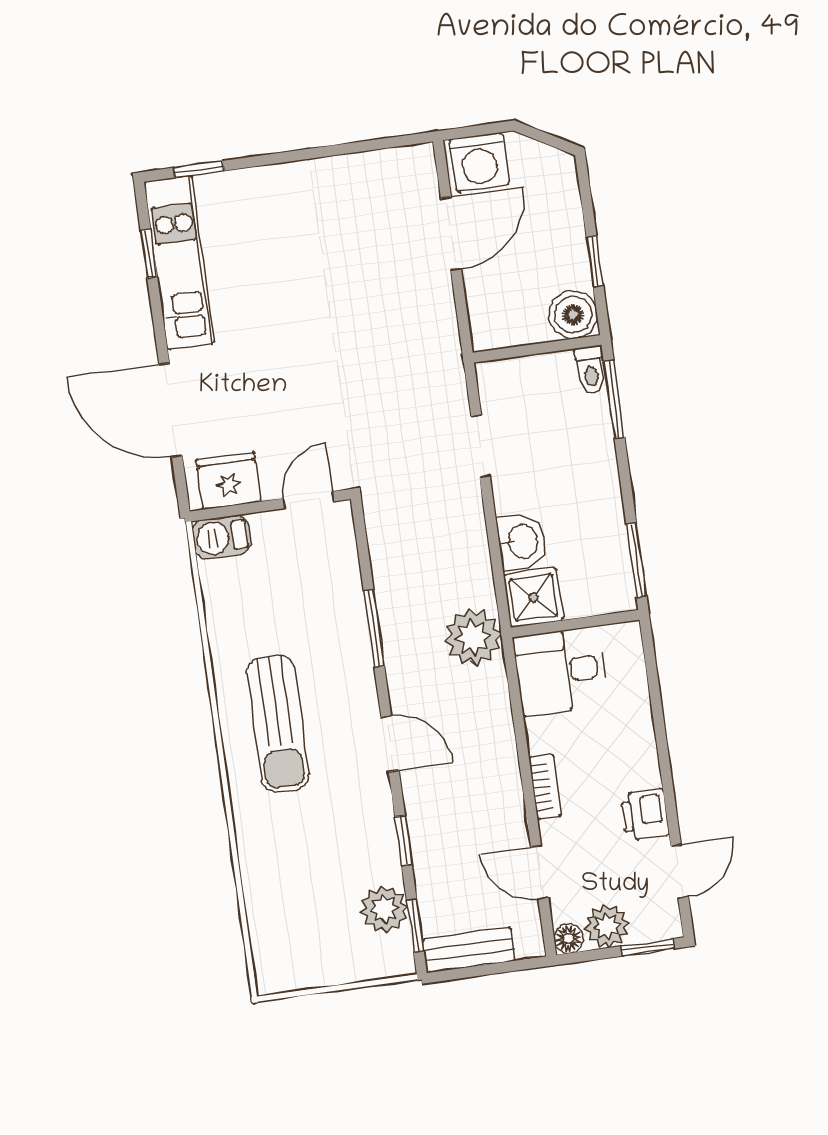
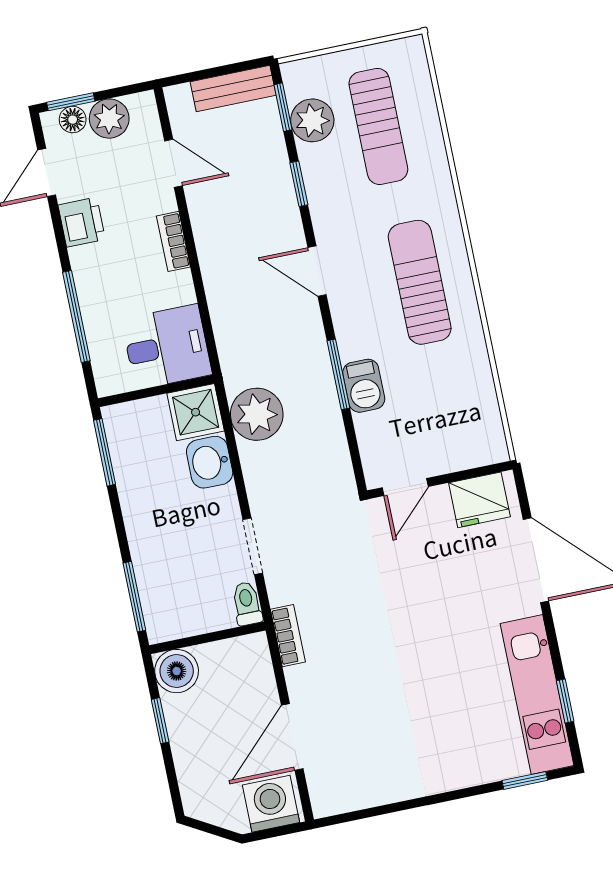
bookcase: (448, 345) -> (288, 636), added
toilet: (591, 370) -> (247, 604), moved
barbecue: (221, 537) -> (364, 386), moved, turned 90
plant: (473, 637) -> (257, 414), moved
window: (657, 711) -> (76, 317), added
sun lounger: (312, 898) -> (378, 126), added
floor lamp: (569, 939) -> (73, 120), moved

